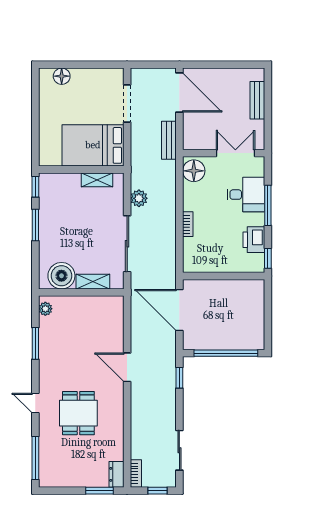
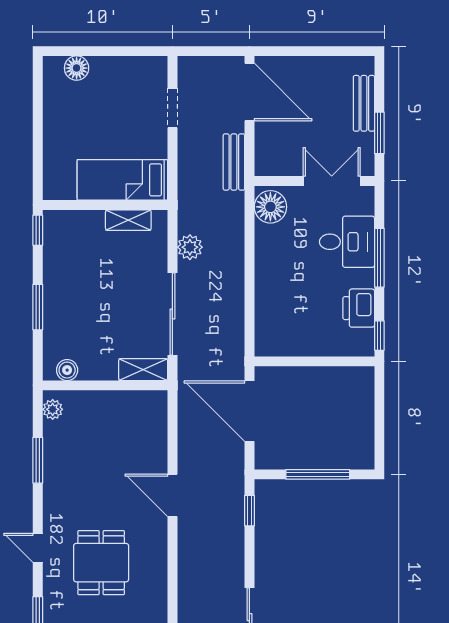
doorway: (127, 103) -> (172, 108), width x0.73
window: (268, 120) -> (379, 133), added
bed: (93, 145) -> (122, 180), width x0.67
bookcase: (188, 224) -> (262, 285), removed
window: (35, 225) -> (38, 307), moved
boiler: (61, 276) -> (67, 370), width x0.54, depth x0.54
shelving: (93, 282) -> (143, 370), moved
window: (226, 353) -> (318, 474), width x0.68

